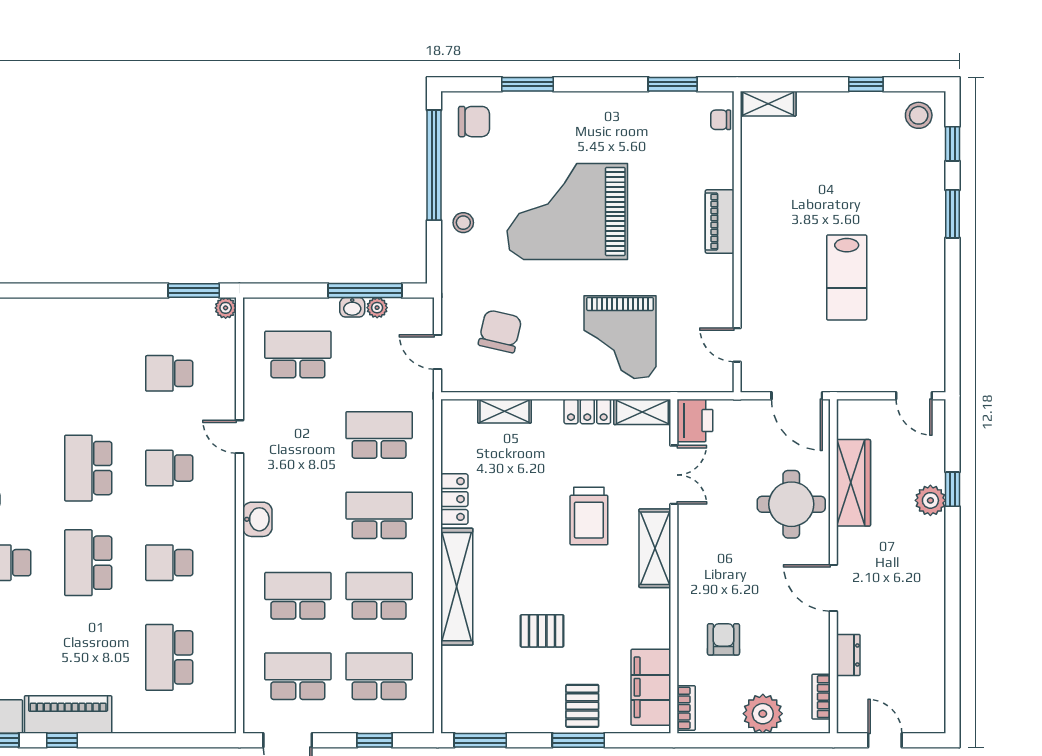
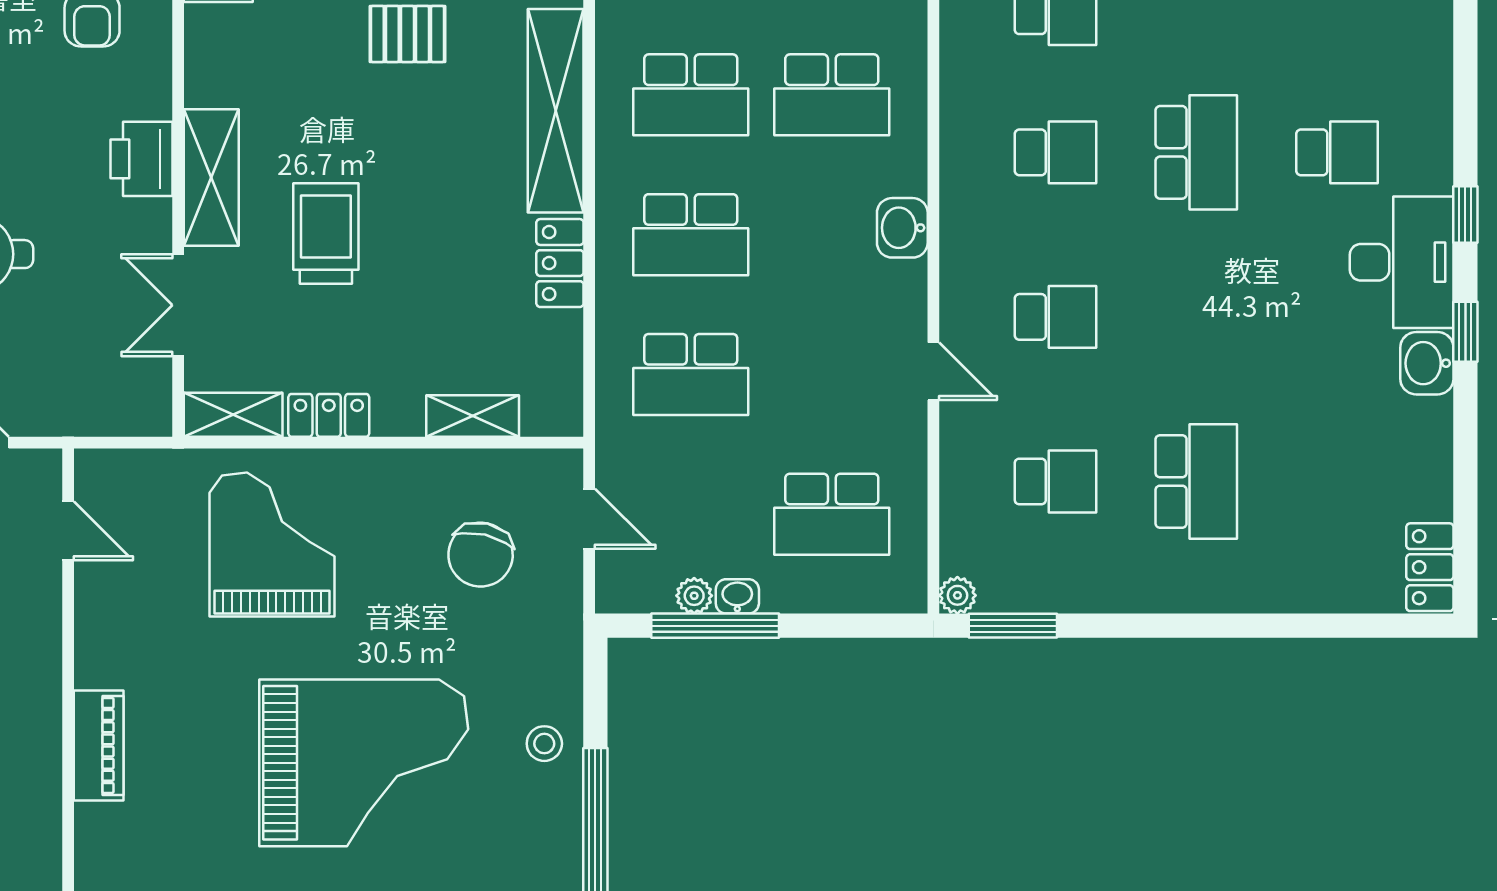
printer: (695, 421) -> (142, 159), moved
school desk: (88, 468) -> (1196, 481), moved

